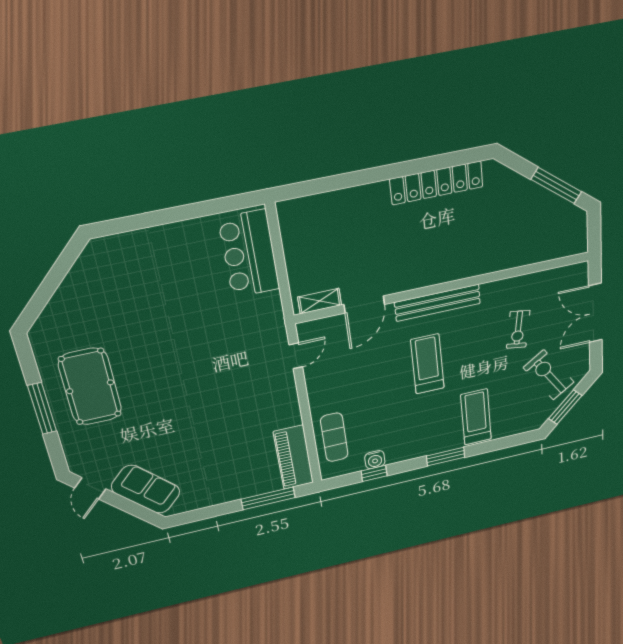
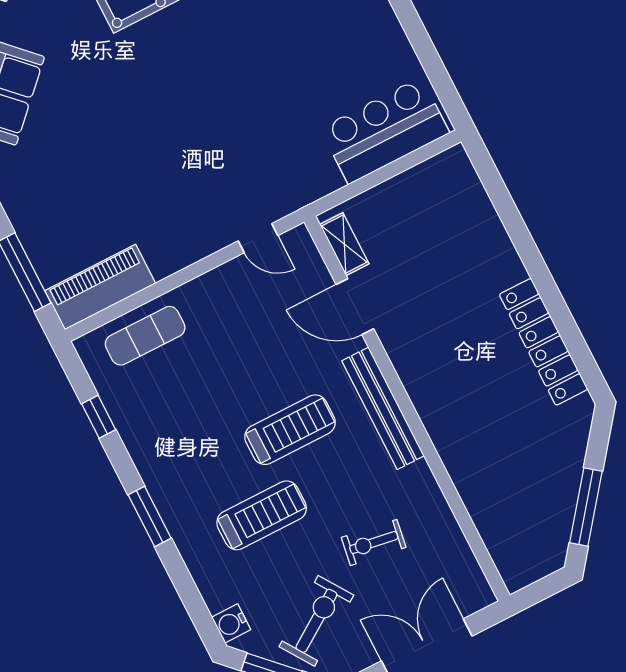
treadmill: (476, 417) -> (262, 515), moved
water cooler: (375, 460) -> (231, 623), moved

